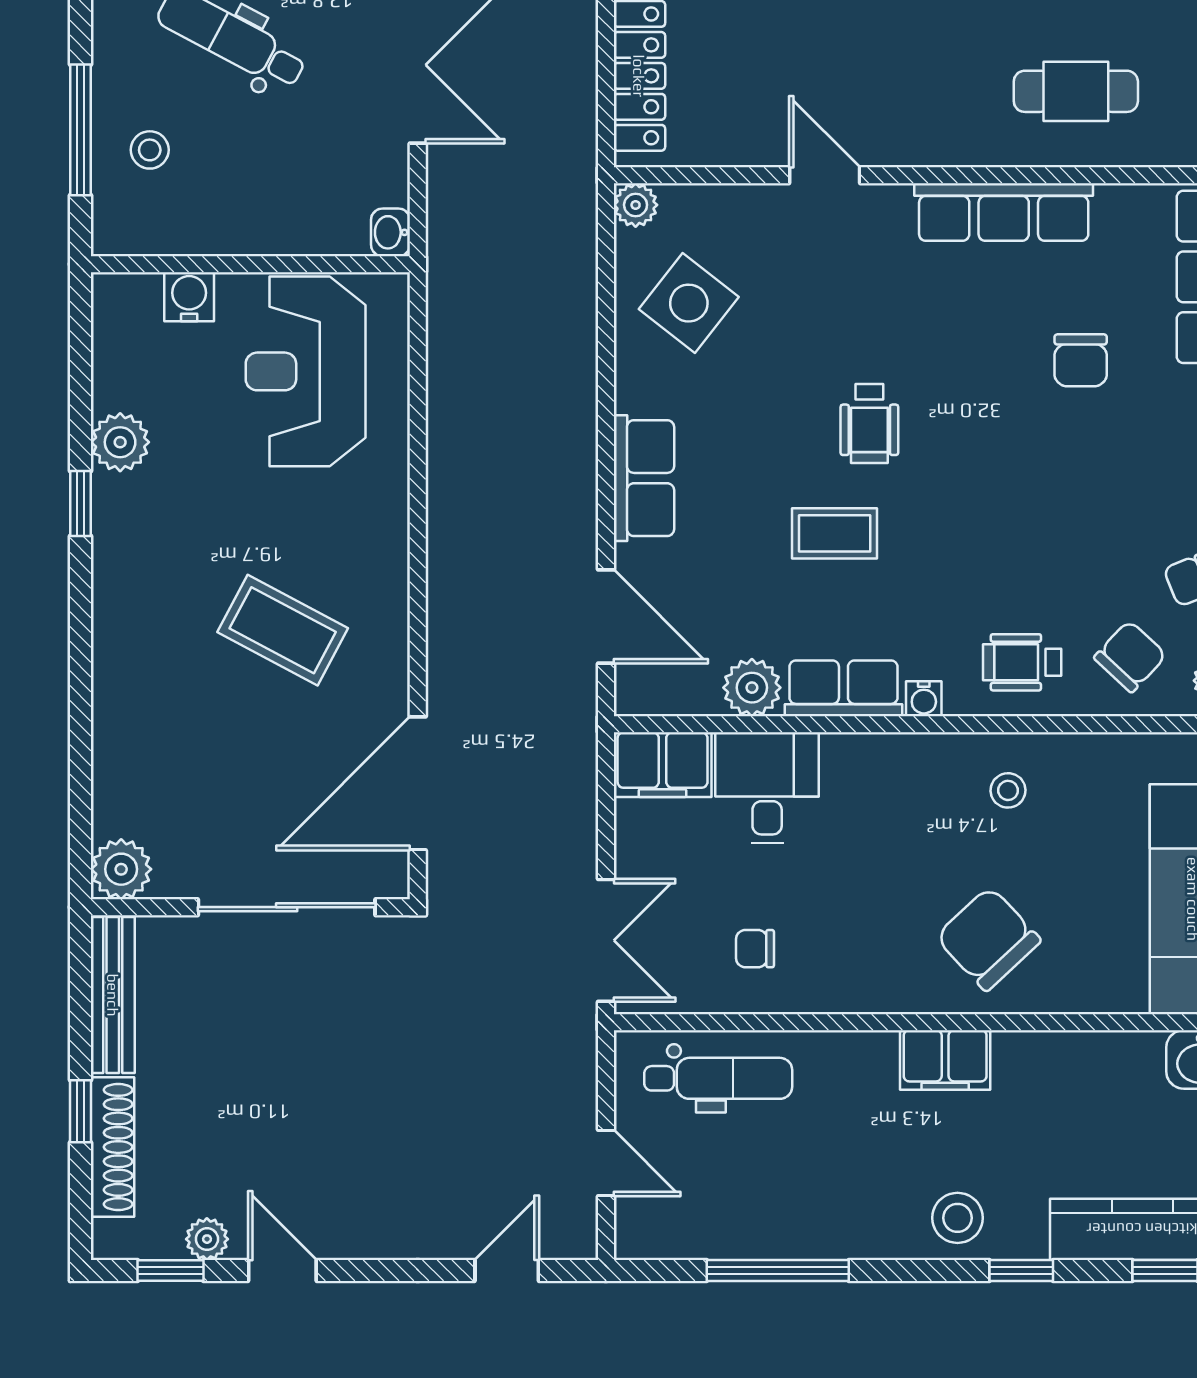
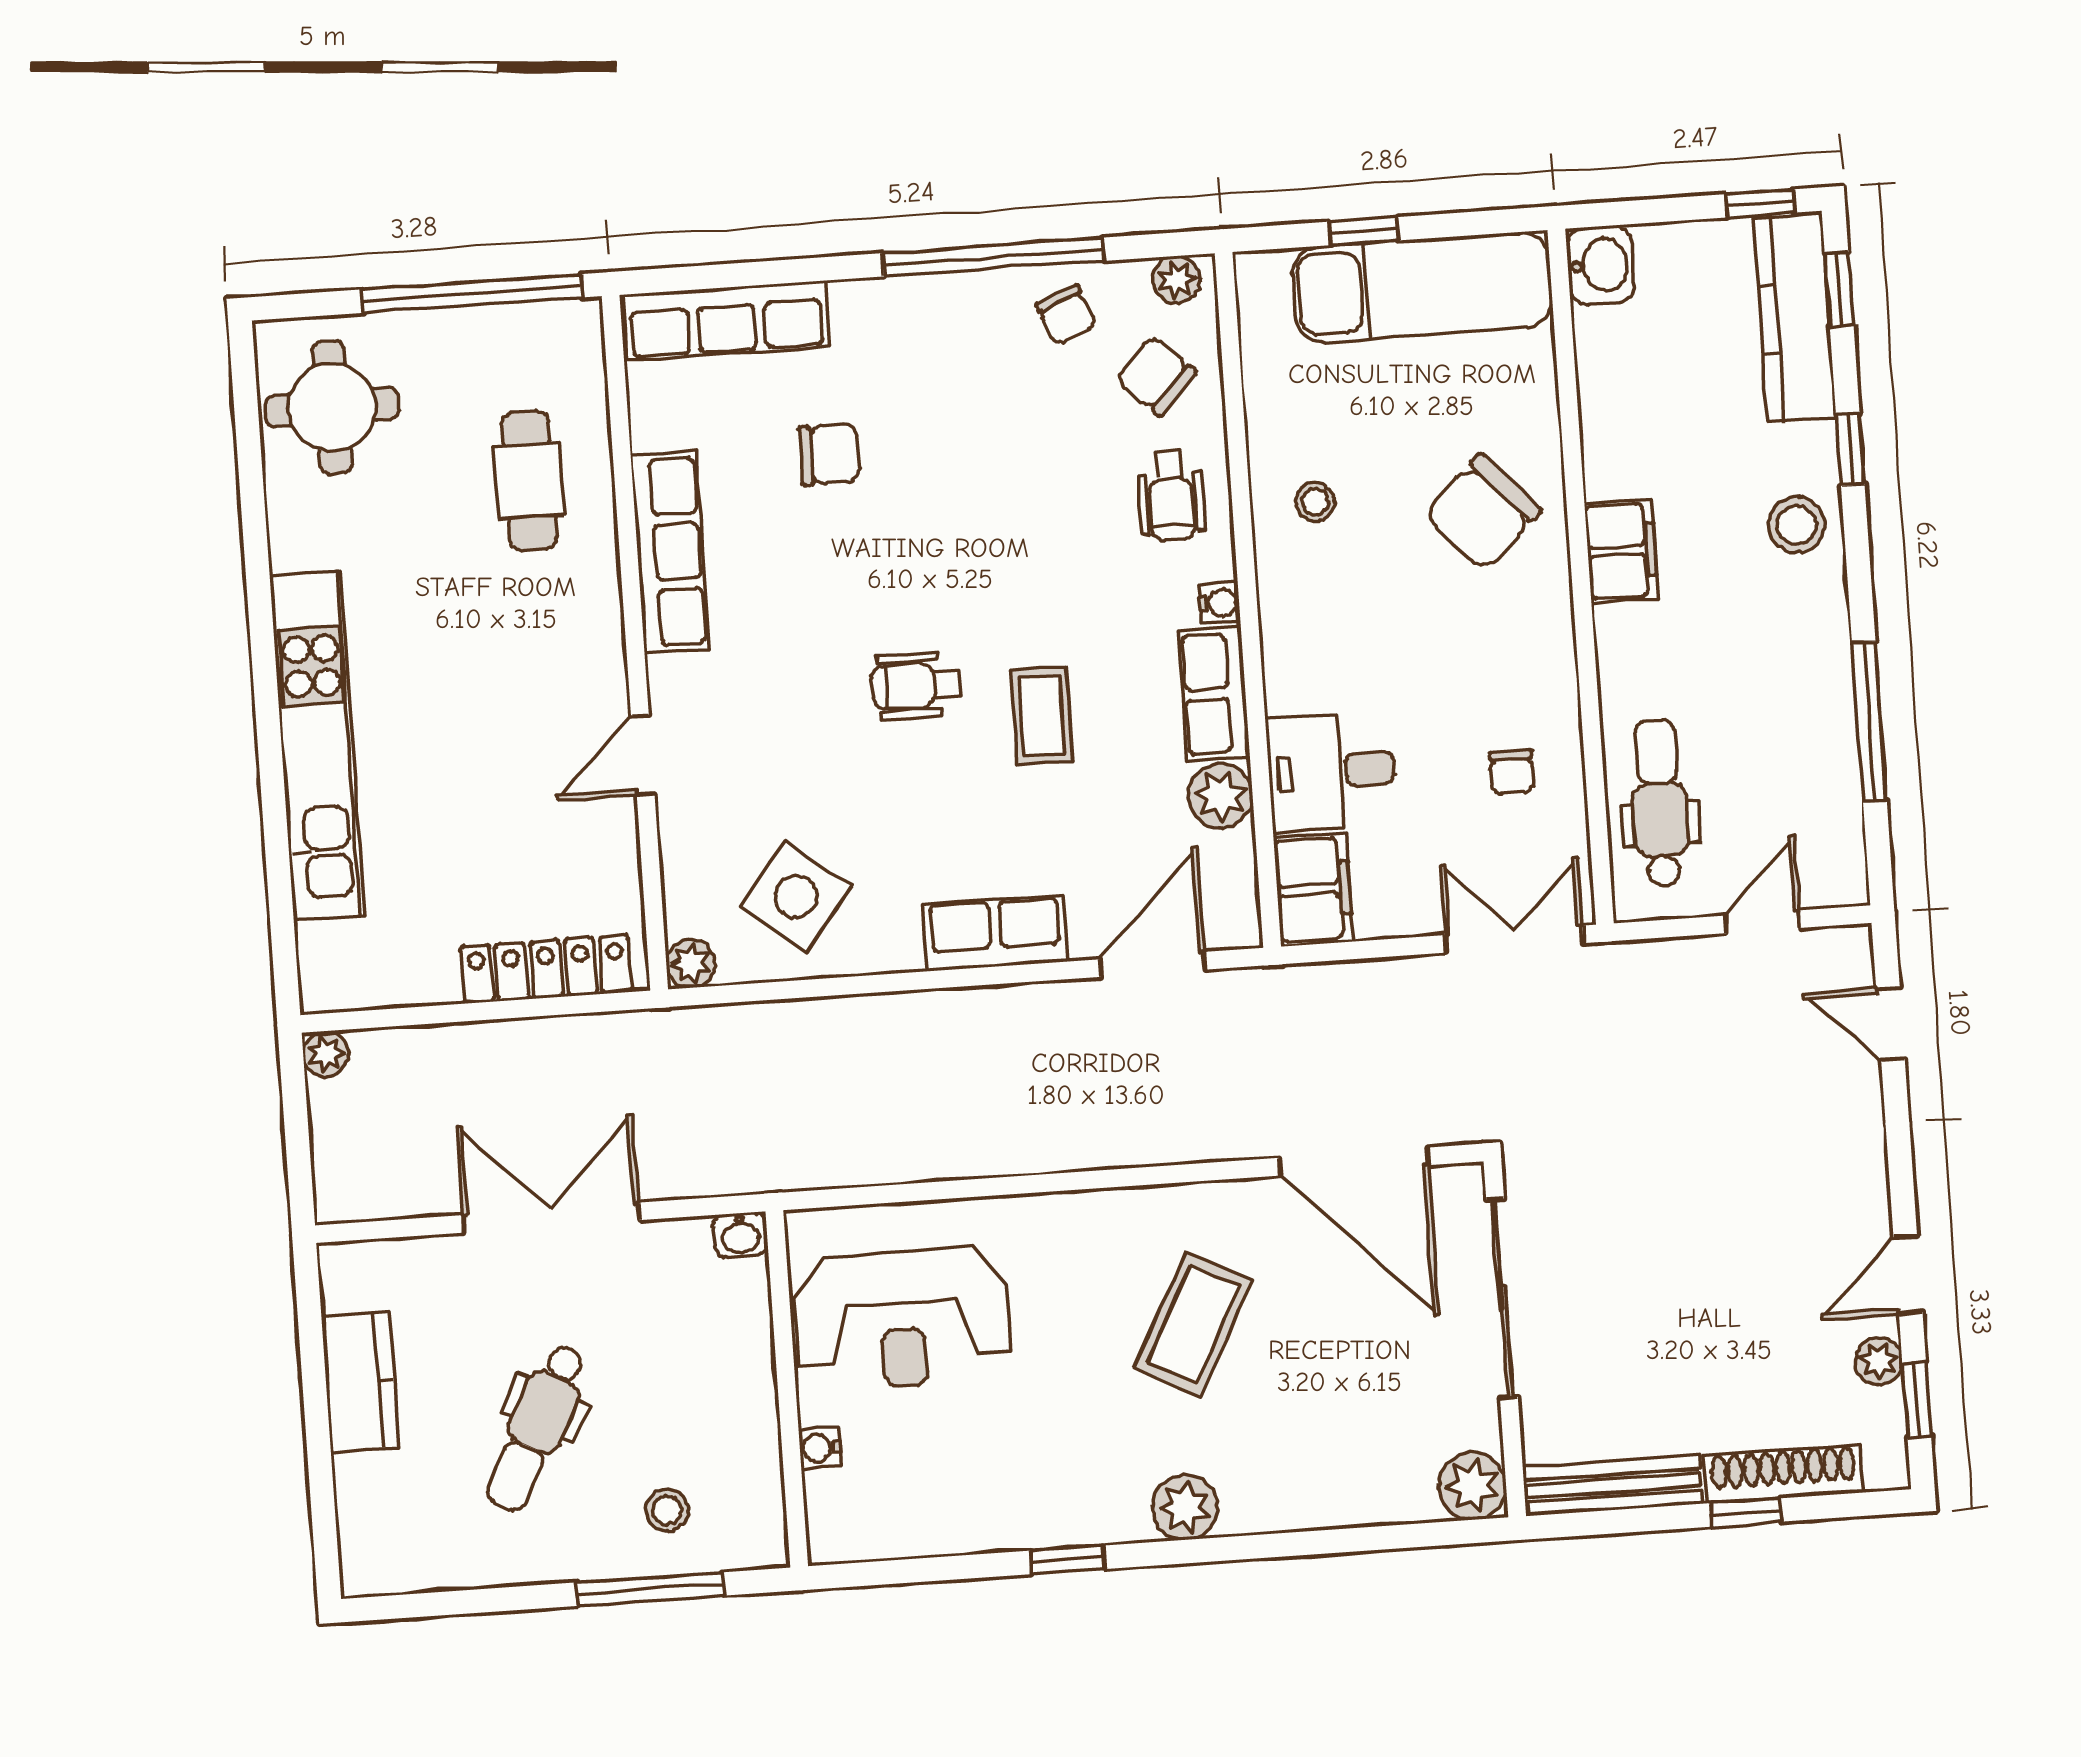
water cooler: (189, 297) -> (820, 1448), width x0.72, depth x0.72
wheelchair: (869, 424) -> (916, 685), turned 180
plant: (120, 442) -> (1185, 1507), moved

